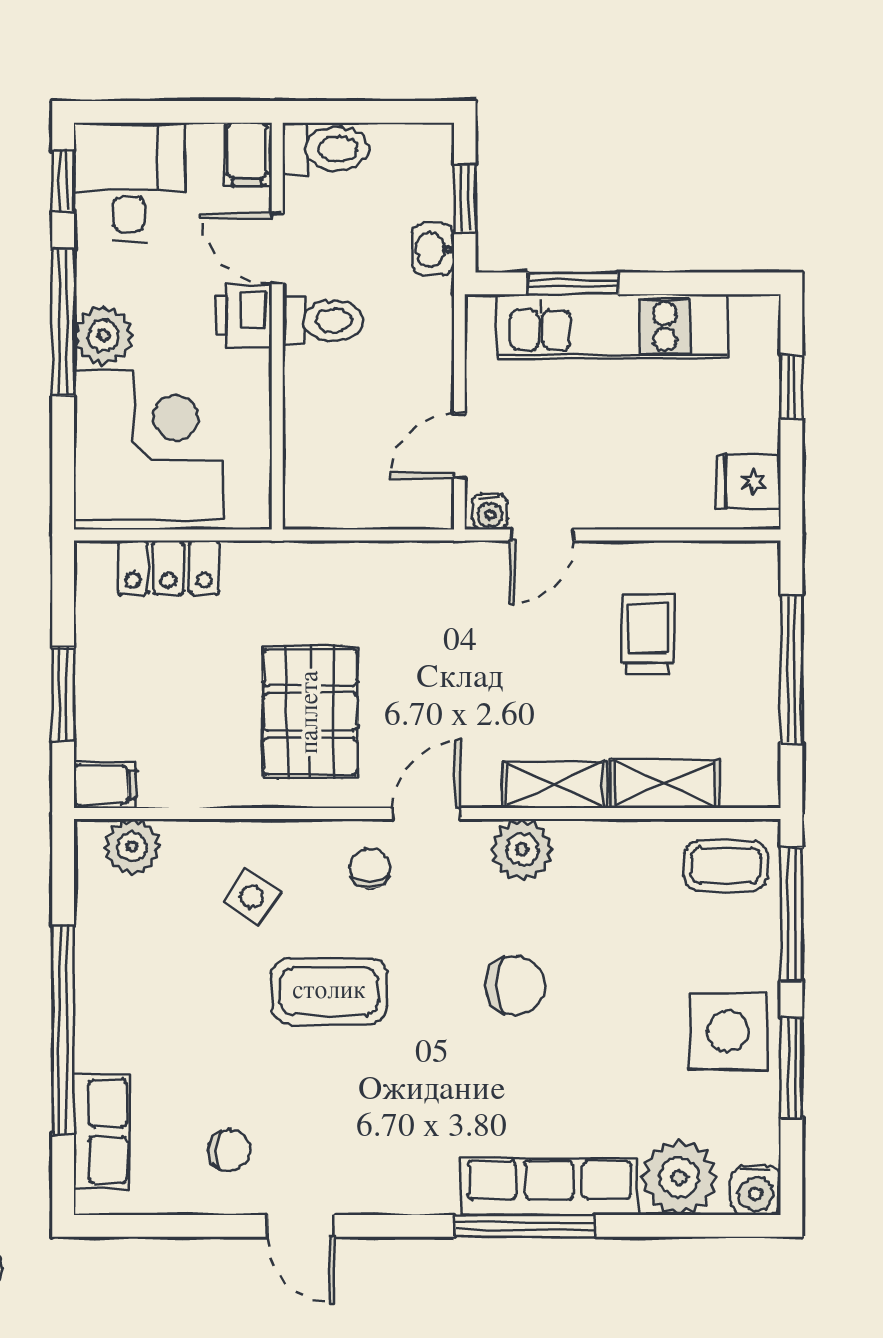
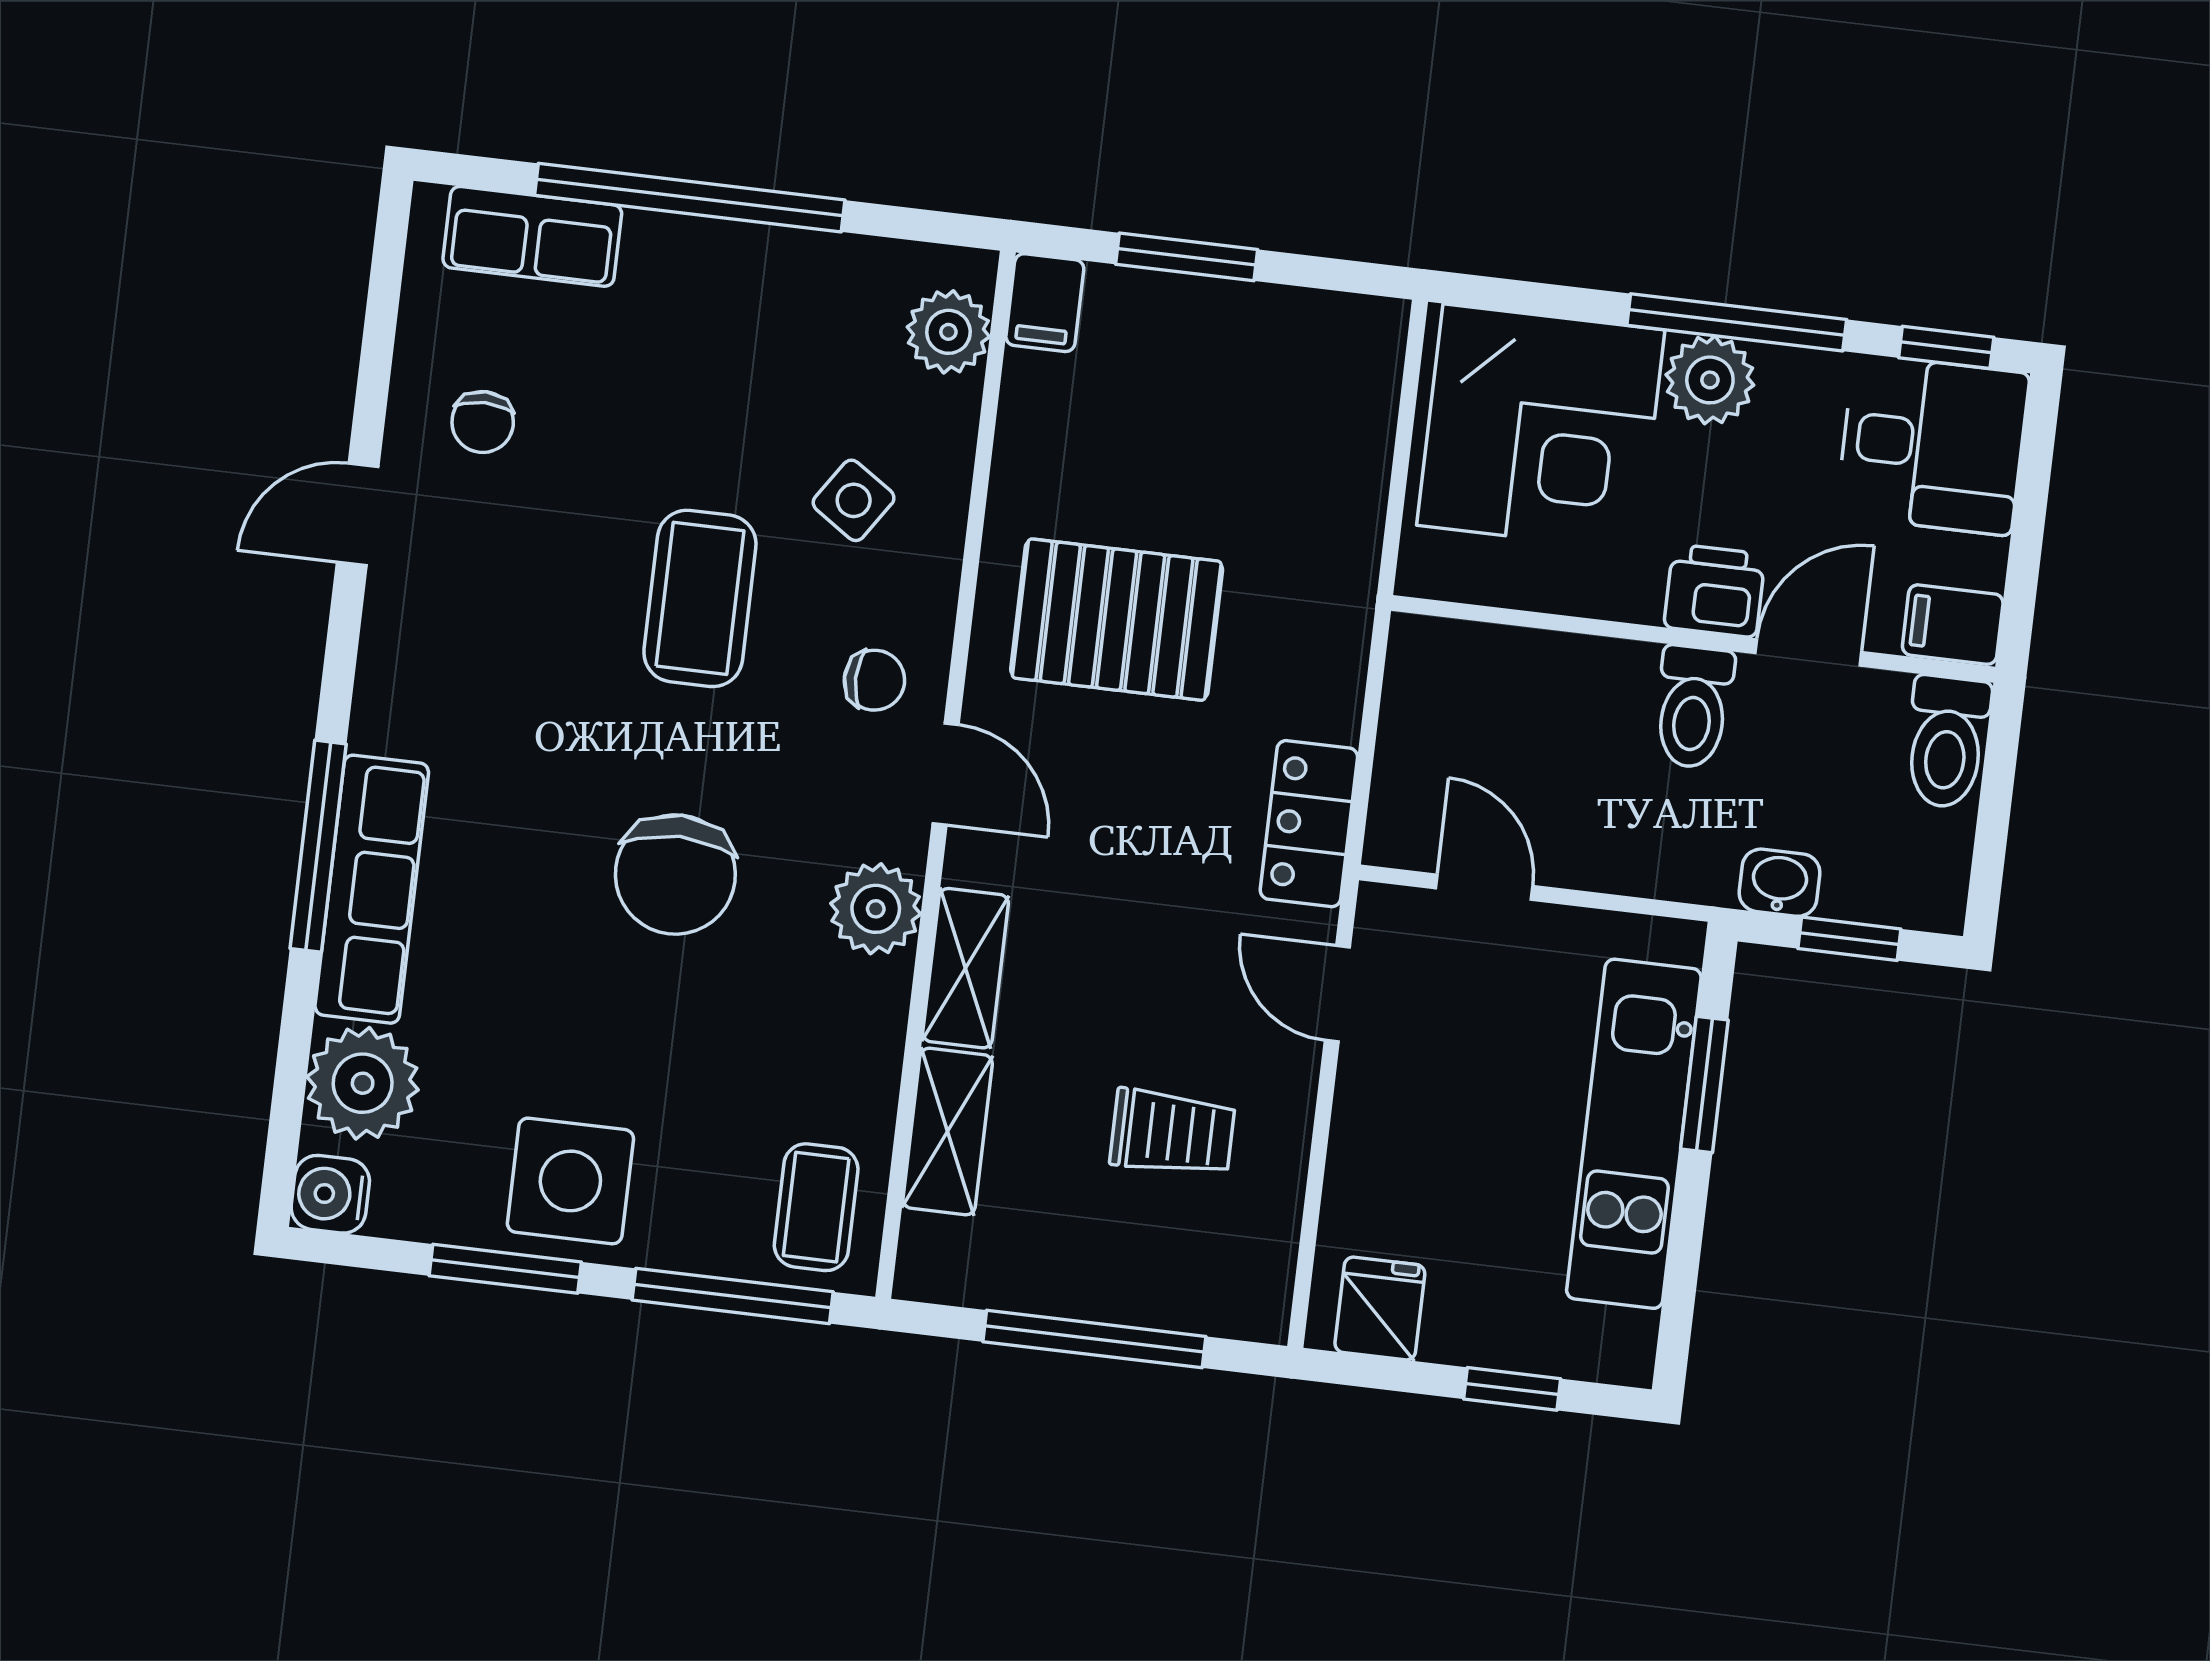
water cooler: (490, 512) -> (1381, 921), removed
locker: (169, 568) -> (1309, 824), moved
chair: (515, 986) -> (675, 874), width x1.37, depth x1.37

